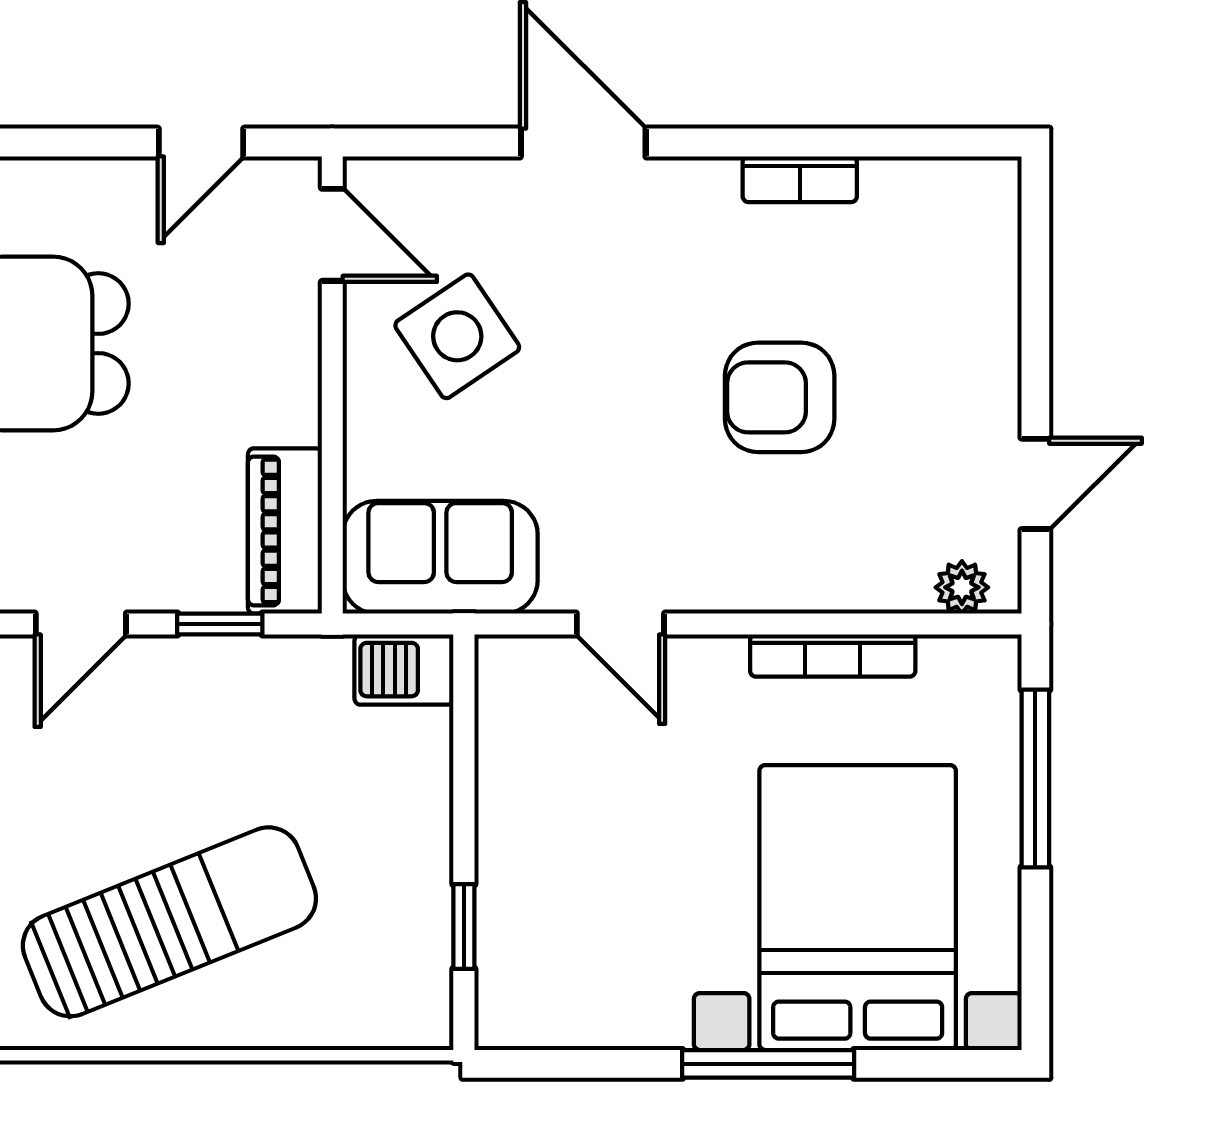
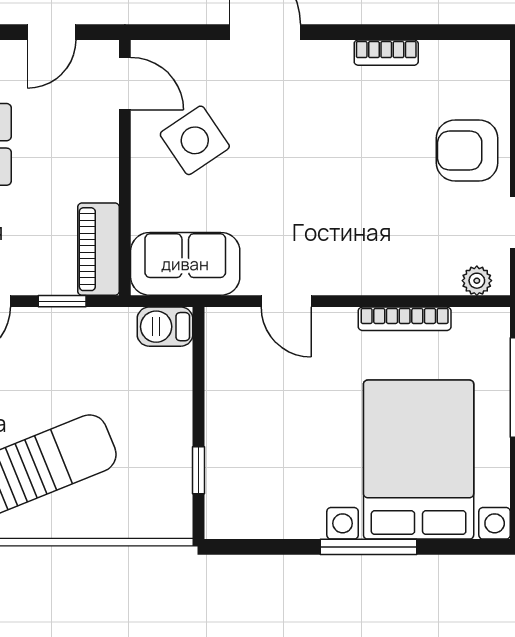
armchair: (780, 397) -> (467, 150), moved

